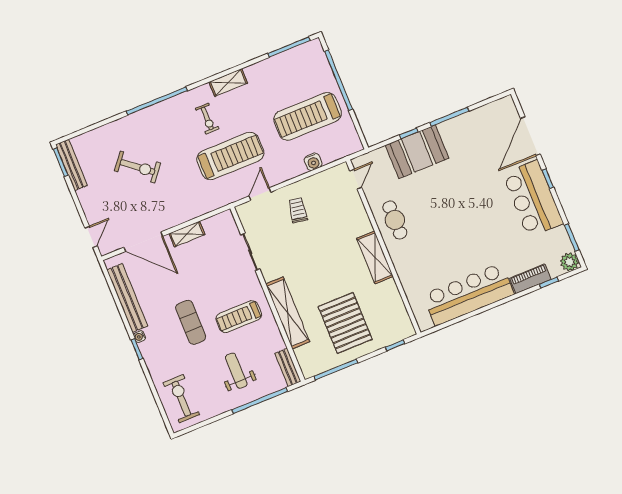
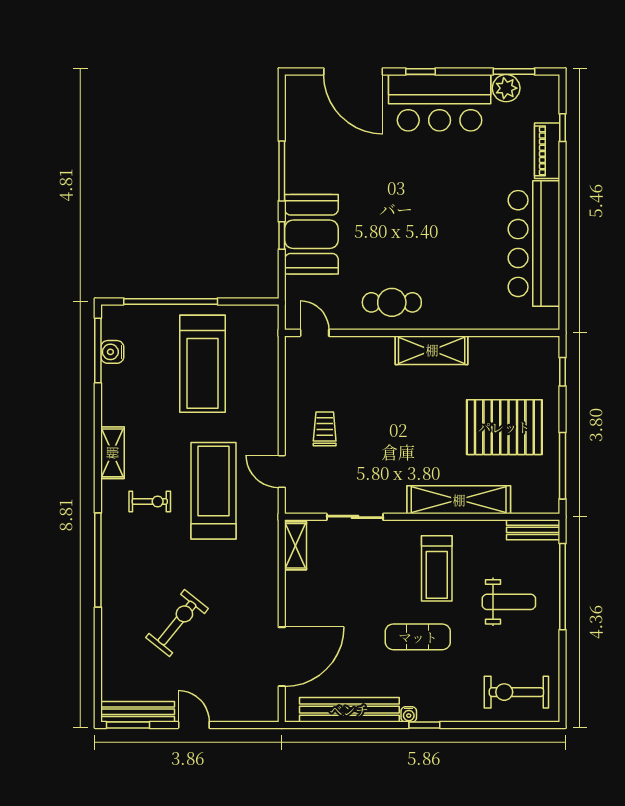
water cooler: (313, 162) -> (112, 352), moved, turned 180
trolley: (298, 210) -> (325, 429), turned 80
shelving: (187, 234) -> (296, 546), moved
door: (91, 237) -> (194, 725), moved
plant: (570, 262) -> (506, 88), moved
weight bench: (236, 371) -> (509, 602), turned 180

